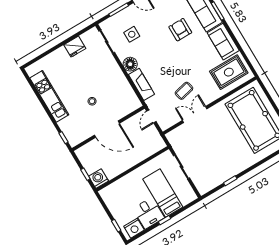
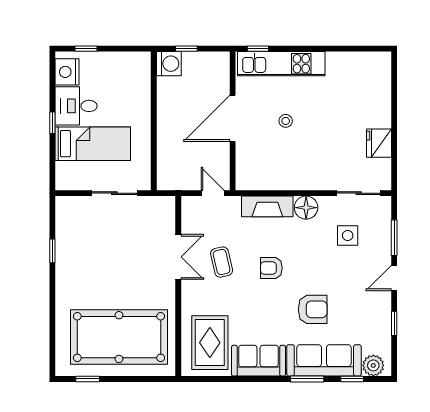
armchair: (172, 63) -> (271, 268), added
kitchen unit: (49, 96) -> (281, 64), moved

